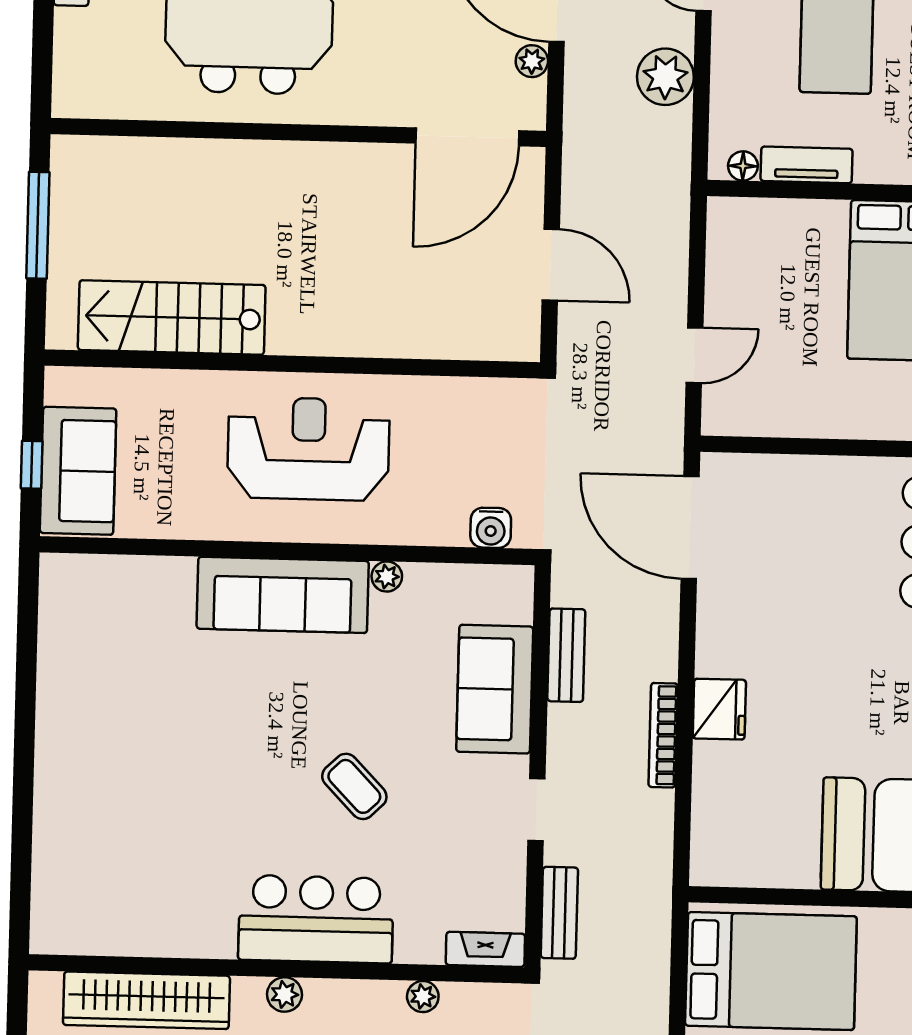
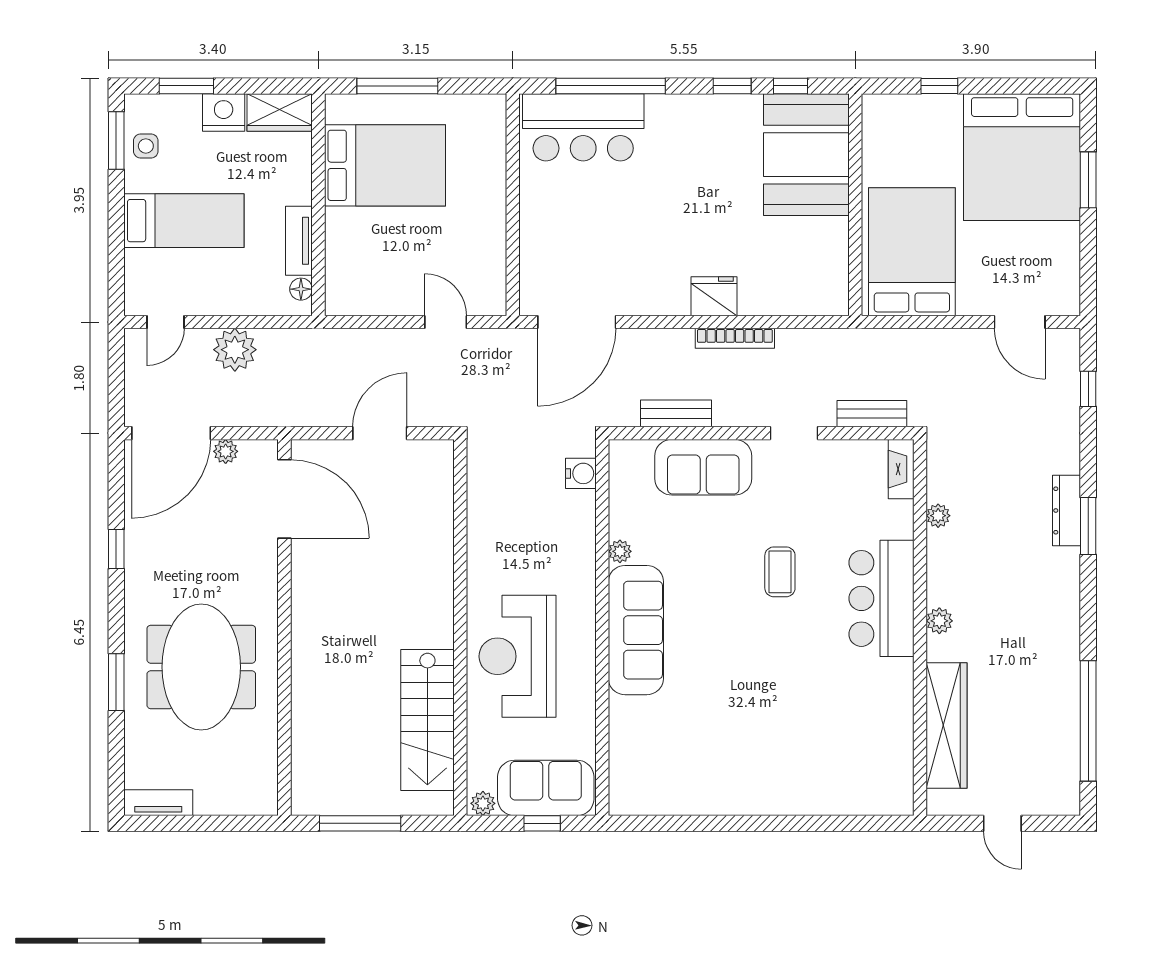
plant: (60, 388) -> (483, 803), added
reception desk: (308, 449) -> (517, 656), moved
coffee table: (354, 786) -> (780, 572), turned -46

